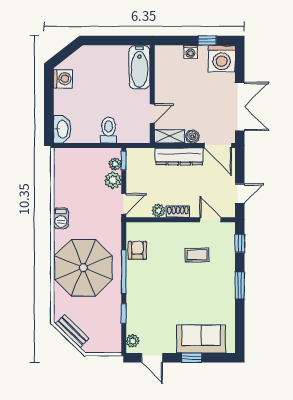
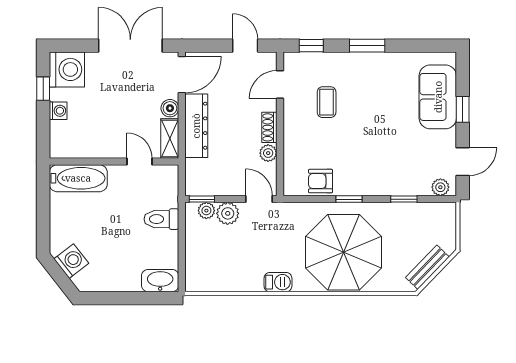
washing machine: (63, 79) -> (71, 261), moved, turned 52
window: (124, 272) -> (349, 199), width x0.46

